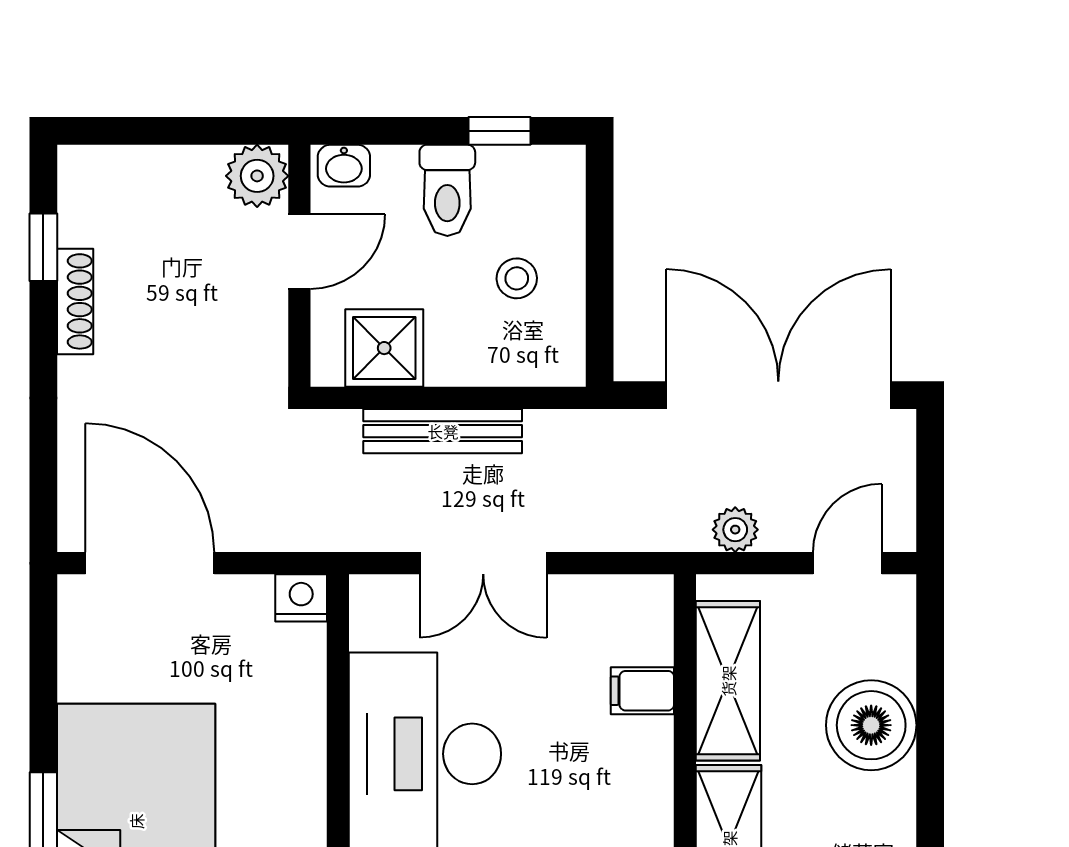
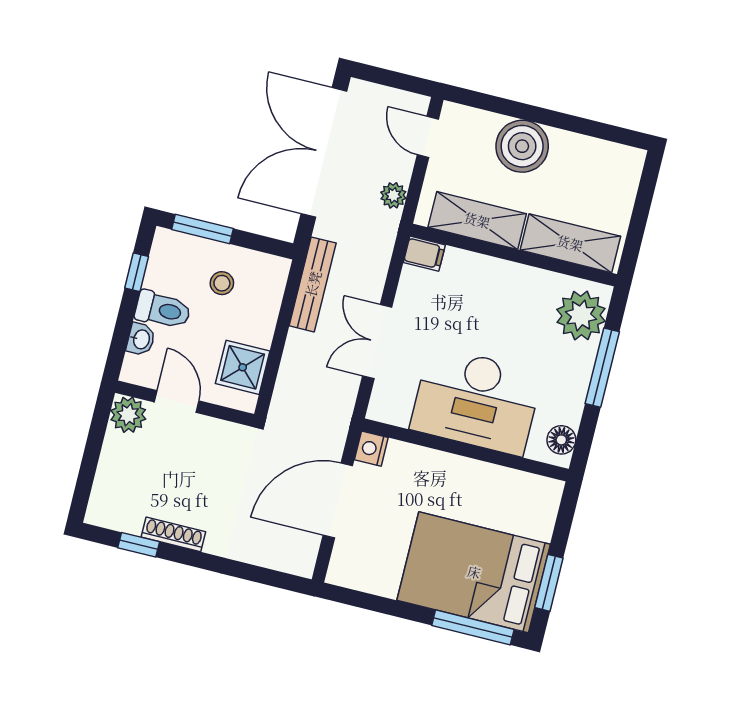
washbasin: (344, 166) -> (141, 339), moved
window: (600, 223) -> (202, 229), added
bench: (443, 431) -> (313, 284), moved
door: (150, 563) -> (338, 500), moved
double door: (483, 563) -> (377, 342), swing flipped
filing cabinet: (642, 691) -> (424, 254), moved, turned -90

